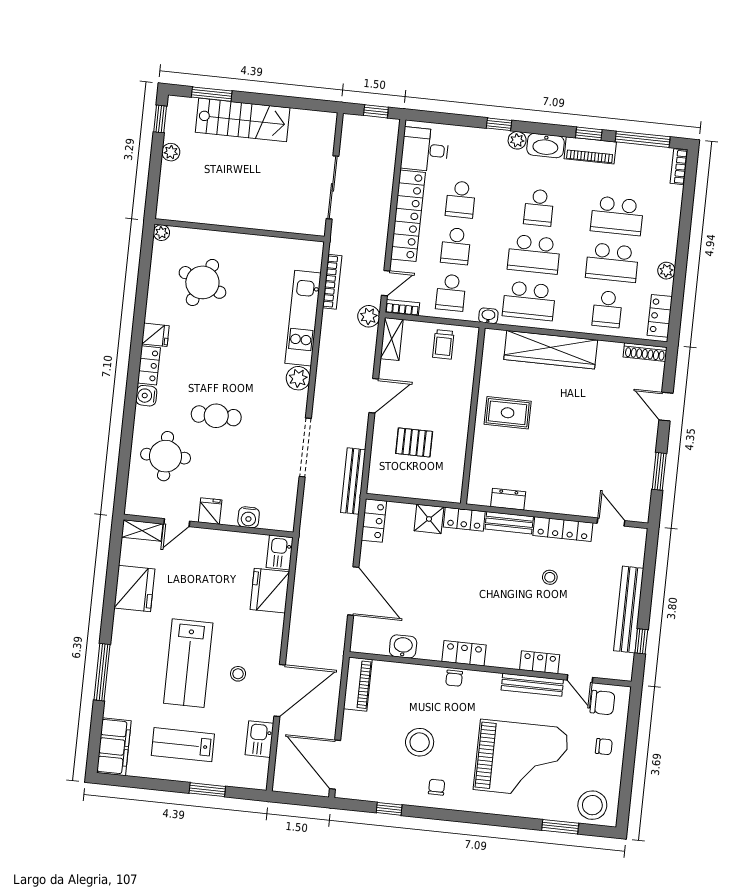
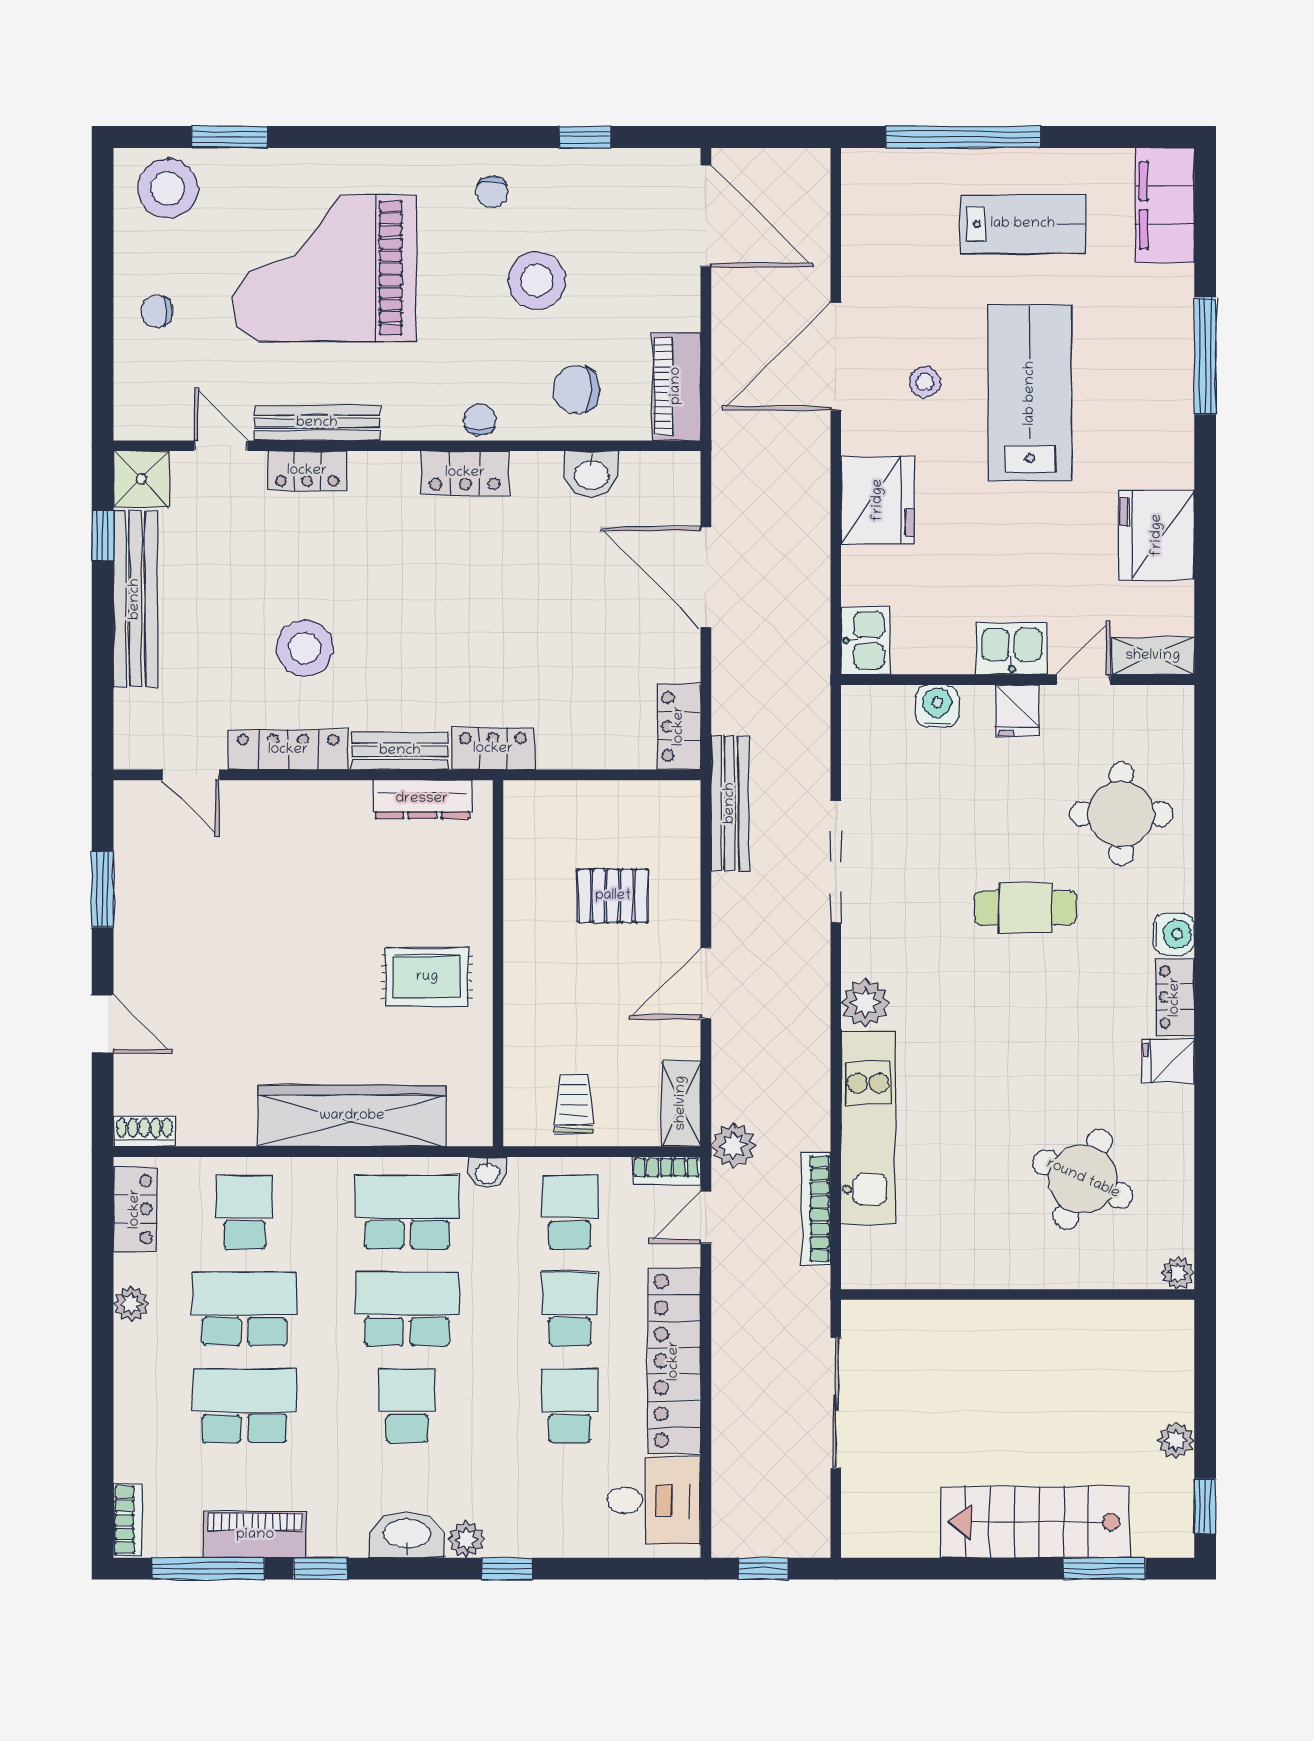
piano: (590, 150) -> (255, 1535), moved
shoe rack: (645, 352) -> (144, 1131), width x0.70
dresser: (508, 499) -> (422, 799), width x1.44
shower: (429, 519) -> (141, 479), moved
stool: (550, 577) -> (305, 648), width x1.89, depth x1.89
fridge: (270, 591) -> (878, 500), moved
chair: (602, 703) -> (576, 390), moved
kitchen sink: (259, 739) -> (1012, 648), moved, turned -90
window: (207, 790) -> (963, 137), width x2.11

